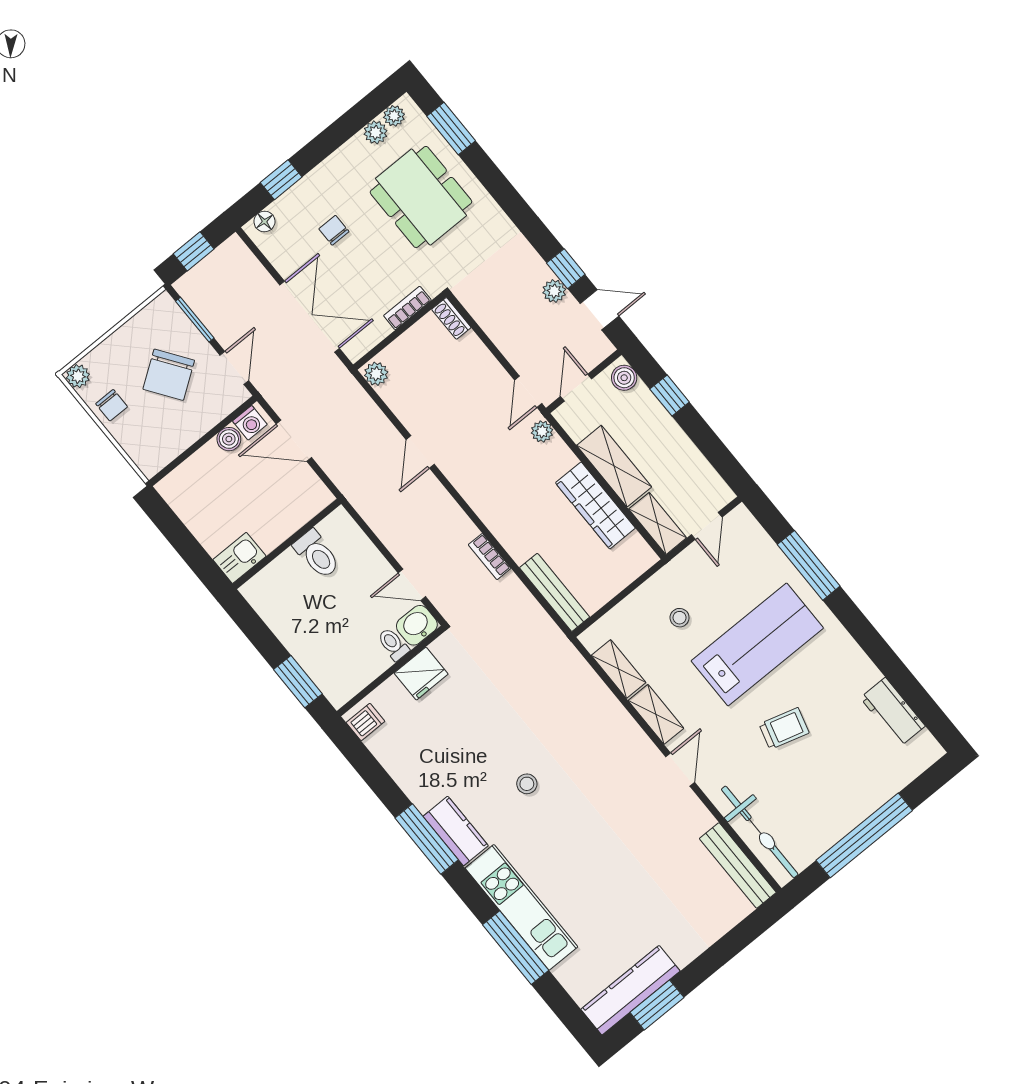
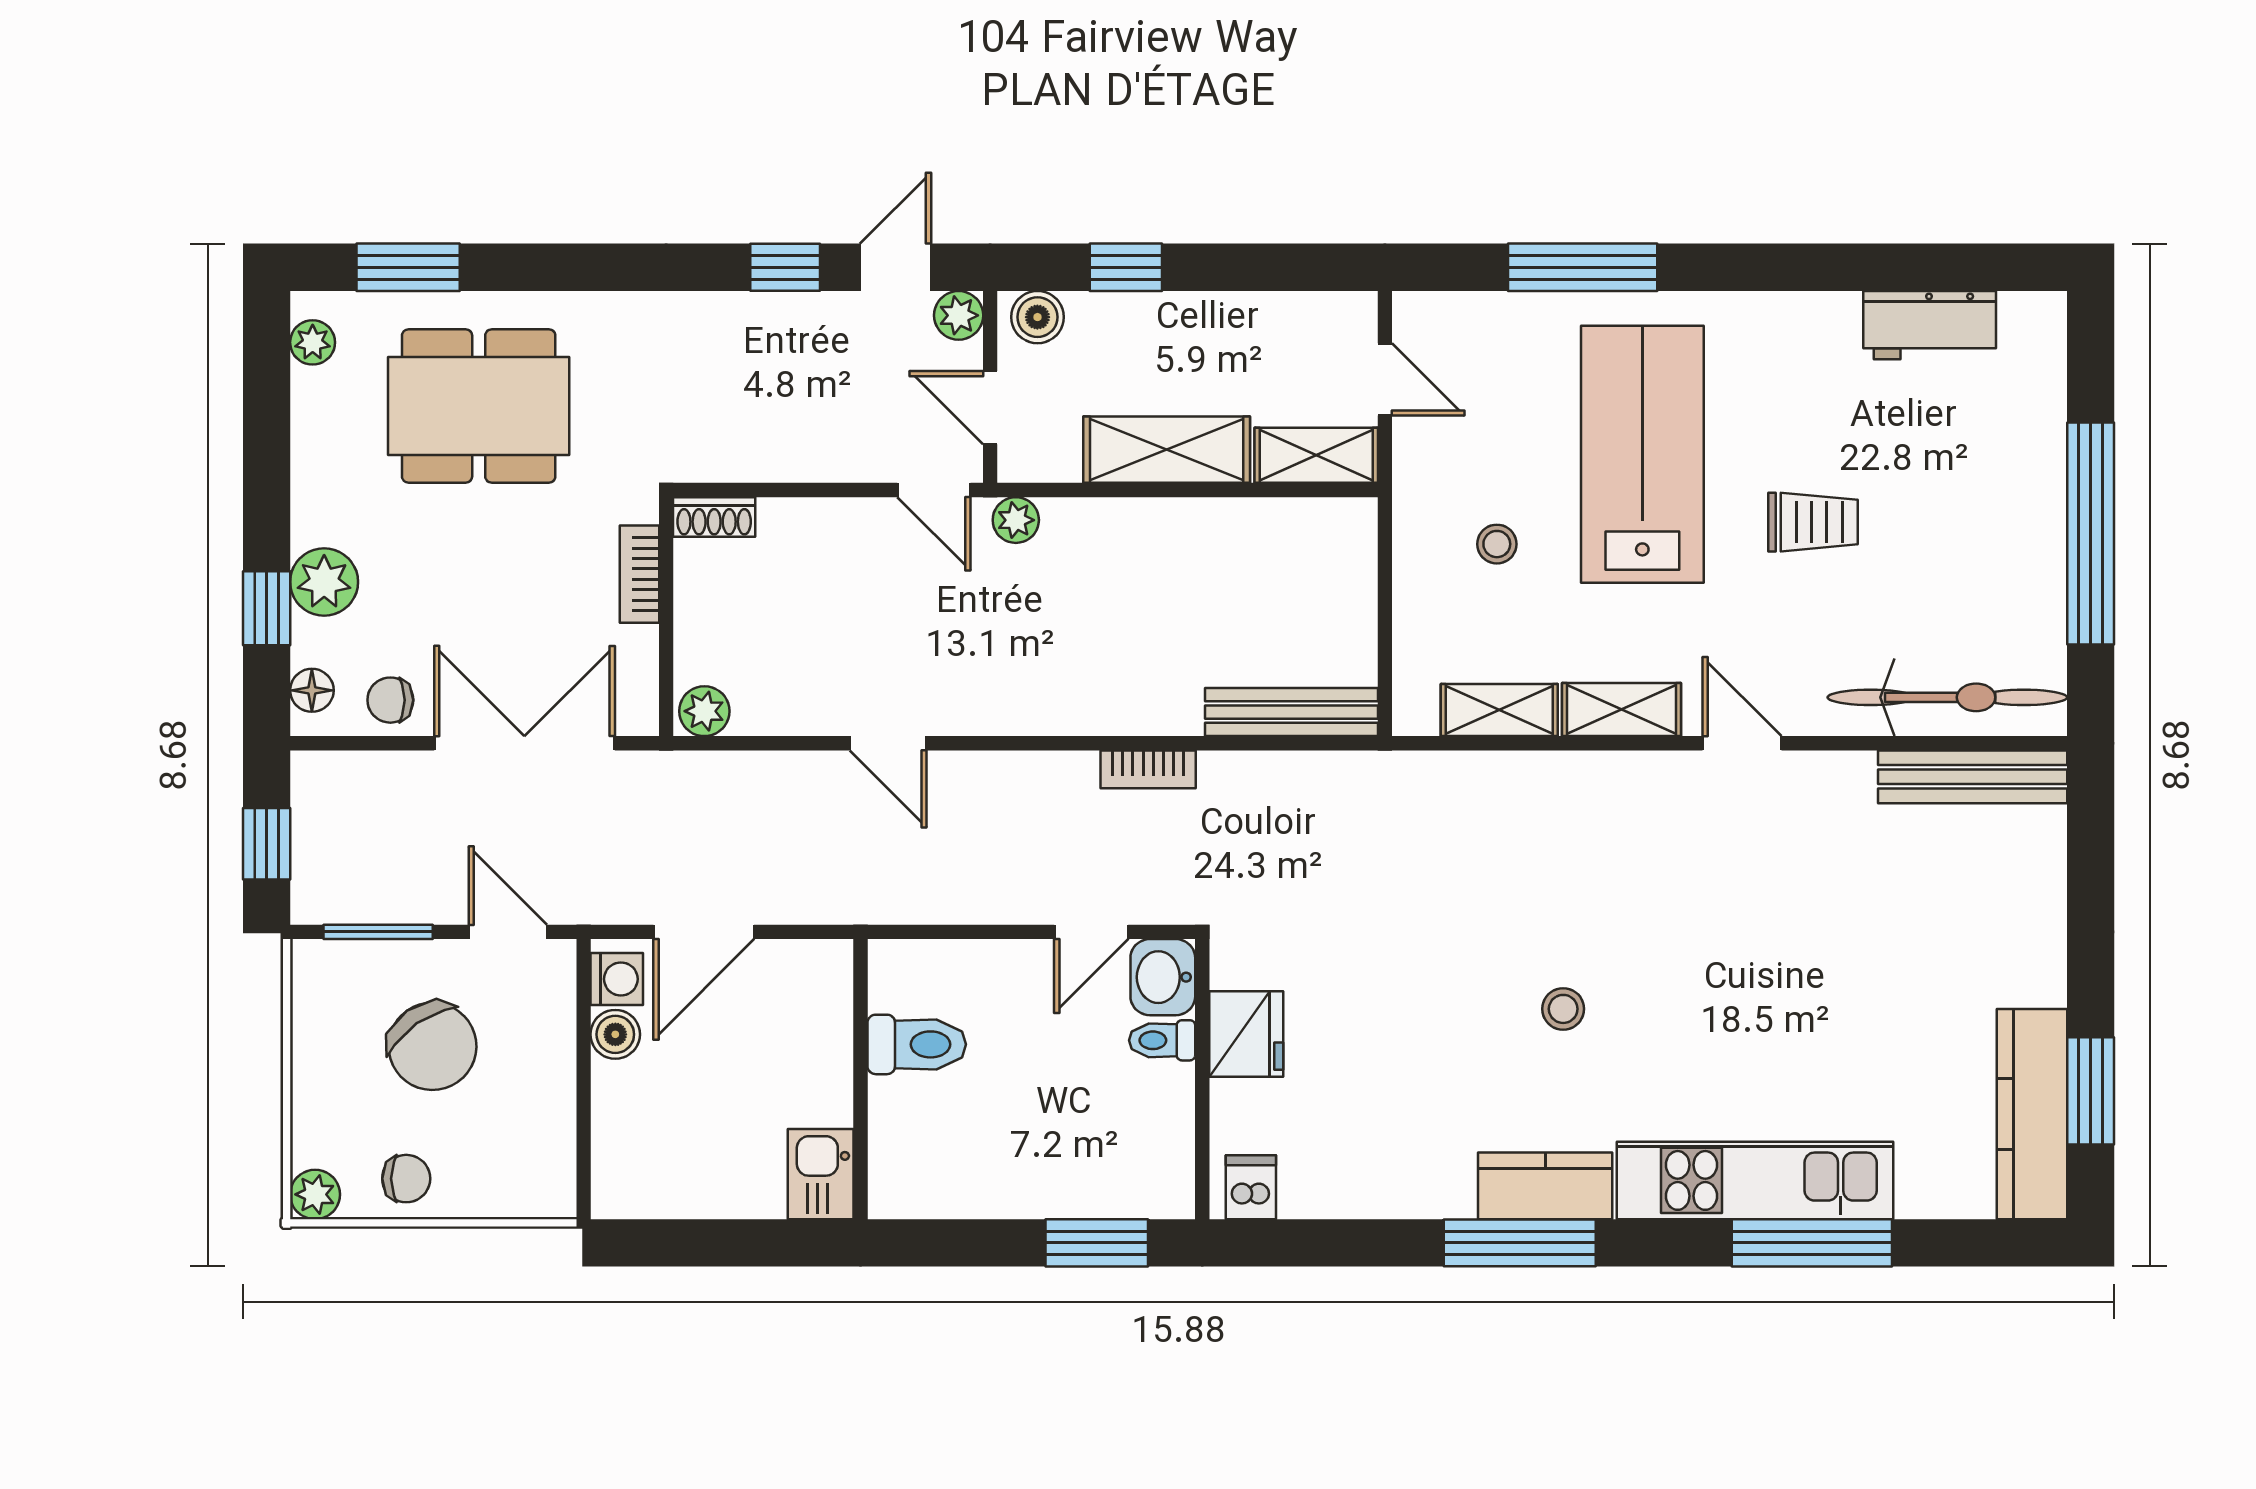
plant: (376, 132) -> (324, 582), moved, width x1.38, depth x1.38
chair: (334, 230) -> (390, 700), moved
plant: (554, 291) -> (959, 315), moved
wardrobe: (595, 505) -> (1205, 532), removed
trolley: (784, 729) -> (1813, 522), turned 74

